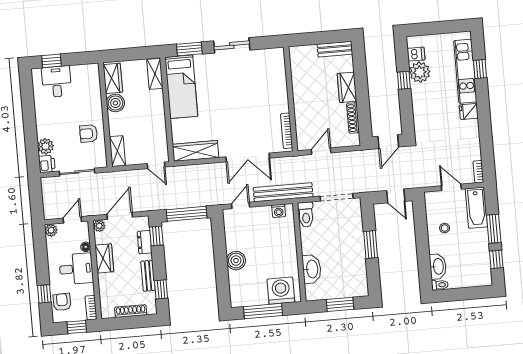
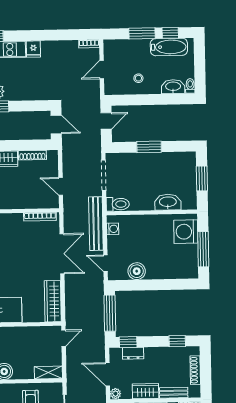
bathtub: (476, 208) -> (169, 47), moved
boiler: (236, 261) -> (137, 271), moved
bench: (148, 276) -> (174, 393), moved

